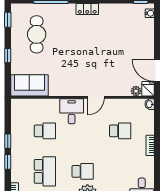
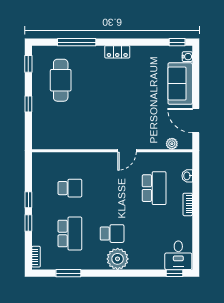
sofa: (29, 85) -> (180, 84), moved, turned -90
fridge: (148, 89) -> (185, 141), removed
washbasin: (150, 104) -> (187, 176), moved
desk: (72, 111) -> (100, 166), removed
school desk: (120, 131) -> (154, 188), width x1.85

